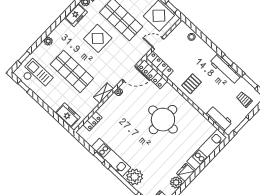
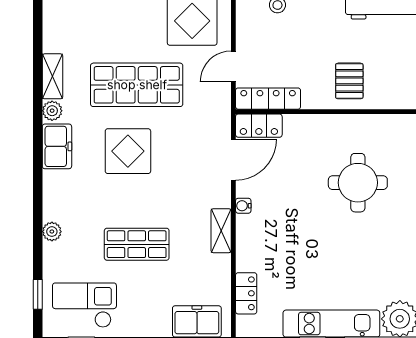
shop shelf: (72, 71) -> (137, 244), width x0.70, depth x0.74
locker: (152, 74) -> (259, 126), width x0.66
round table: (163, 120) -> (358, 183), width x0.73, depth x0.73

